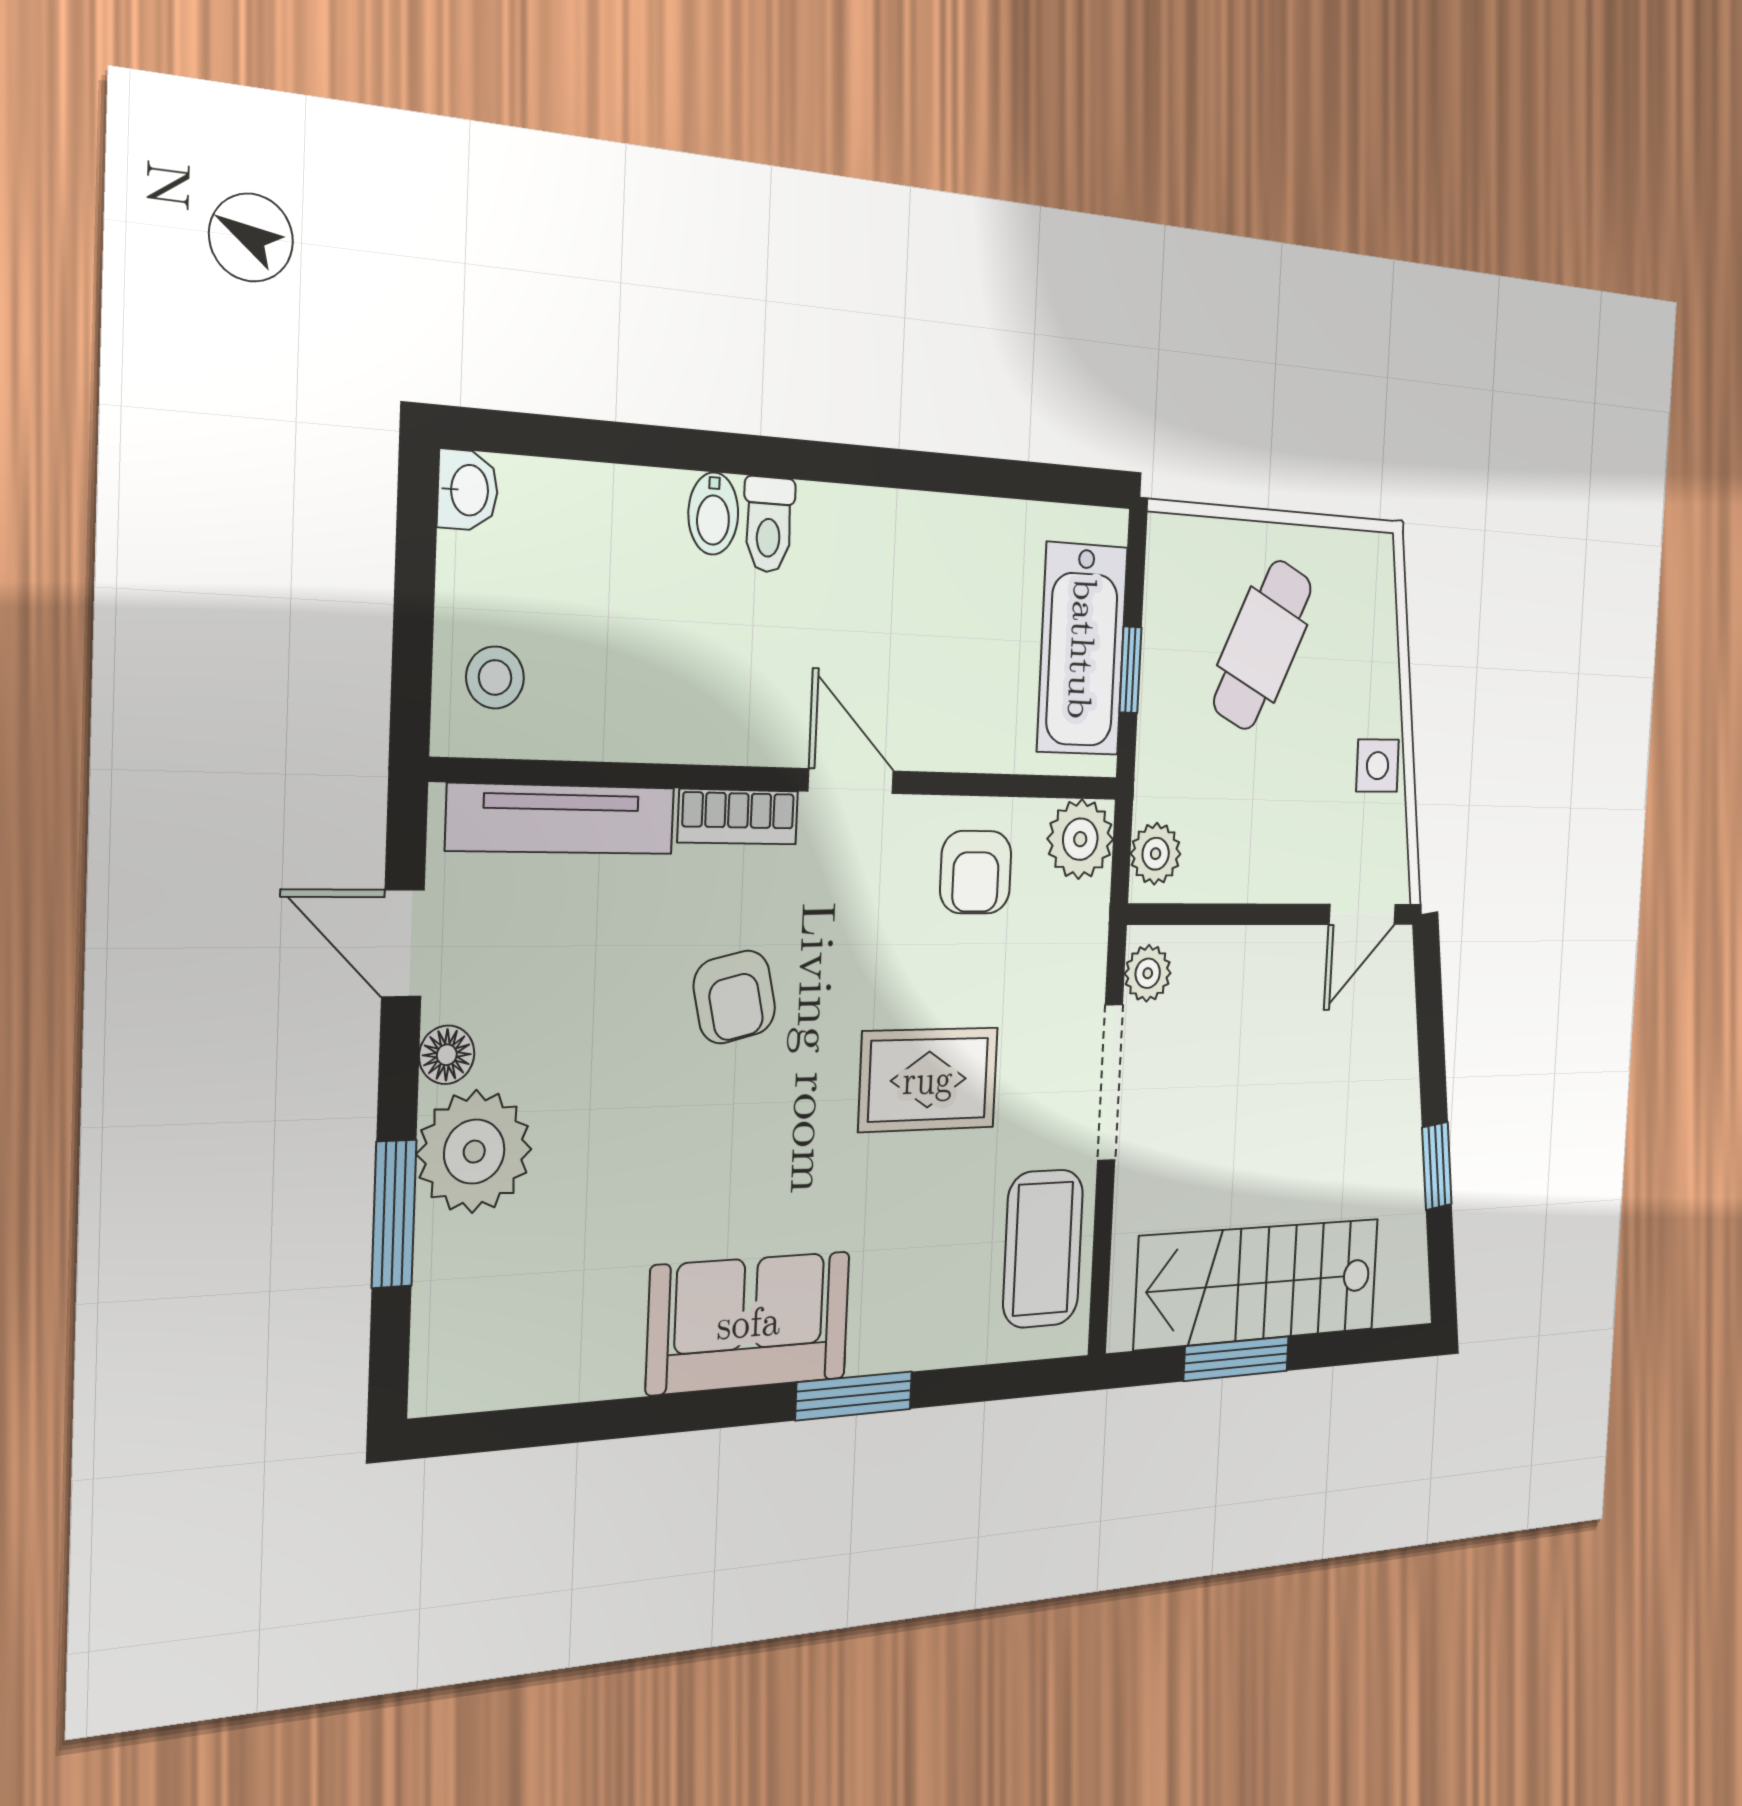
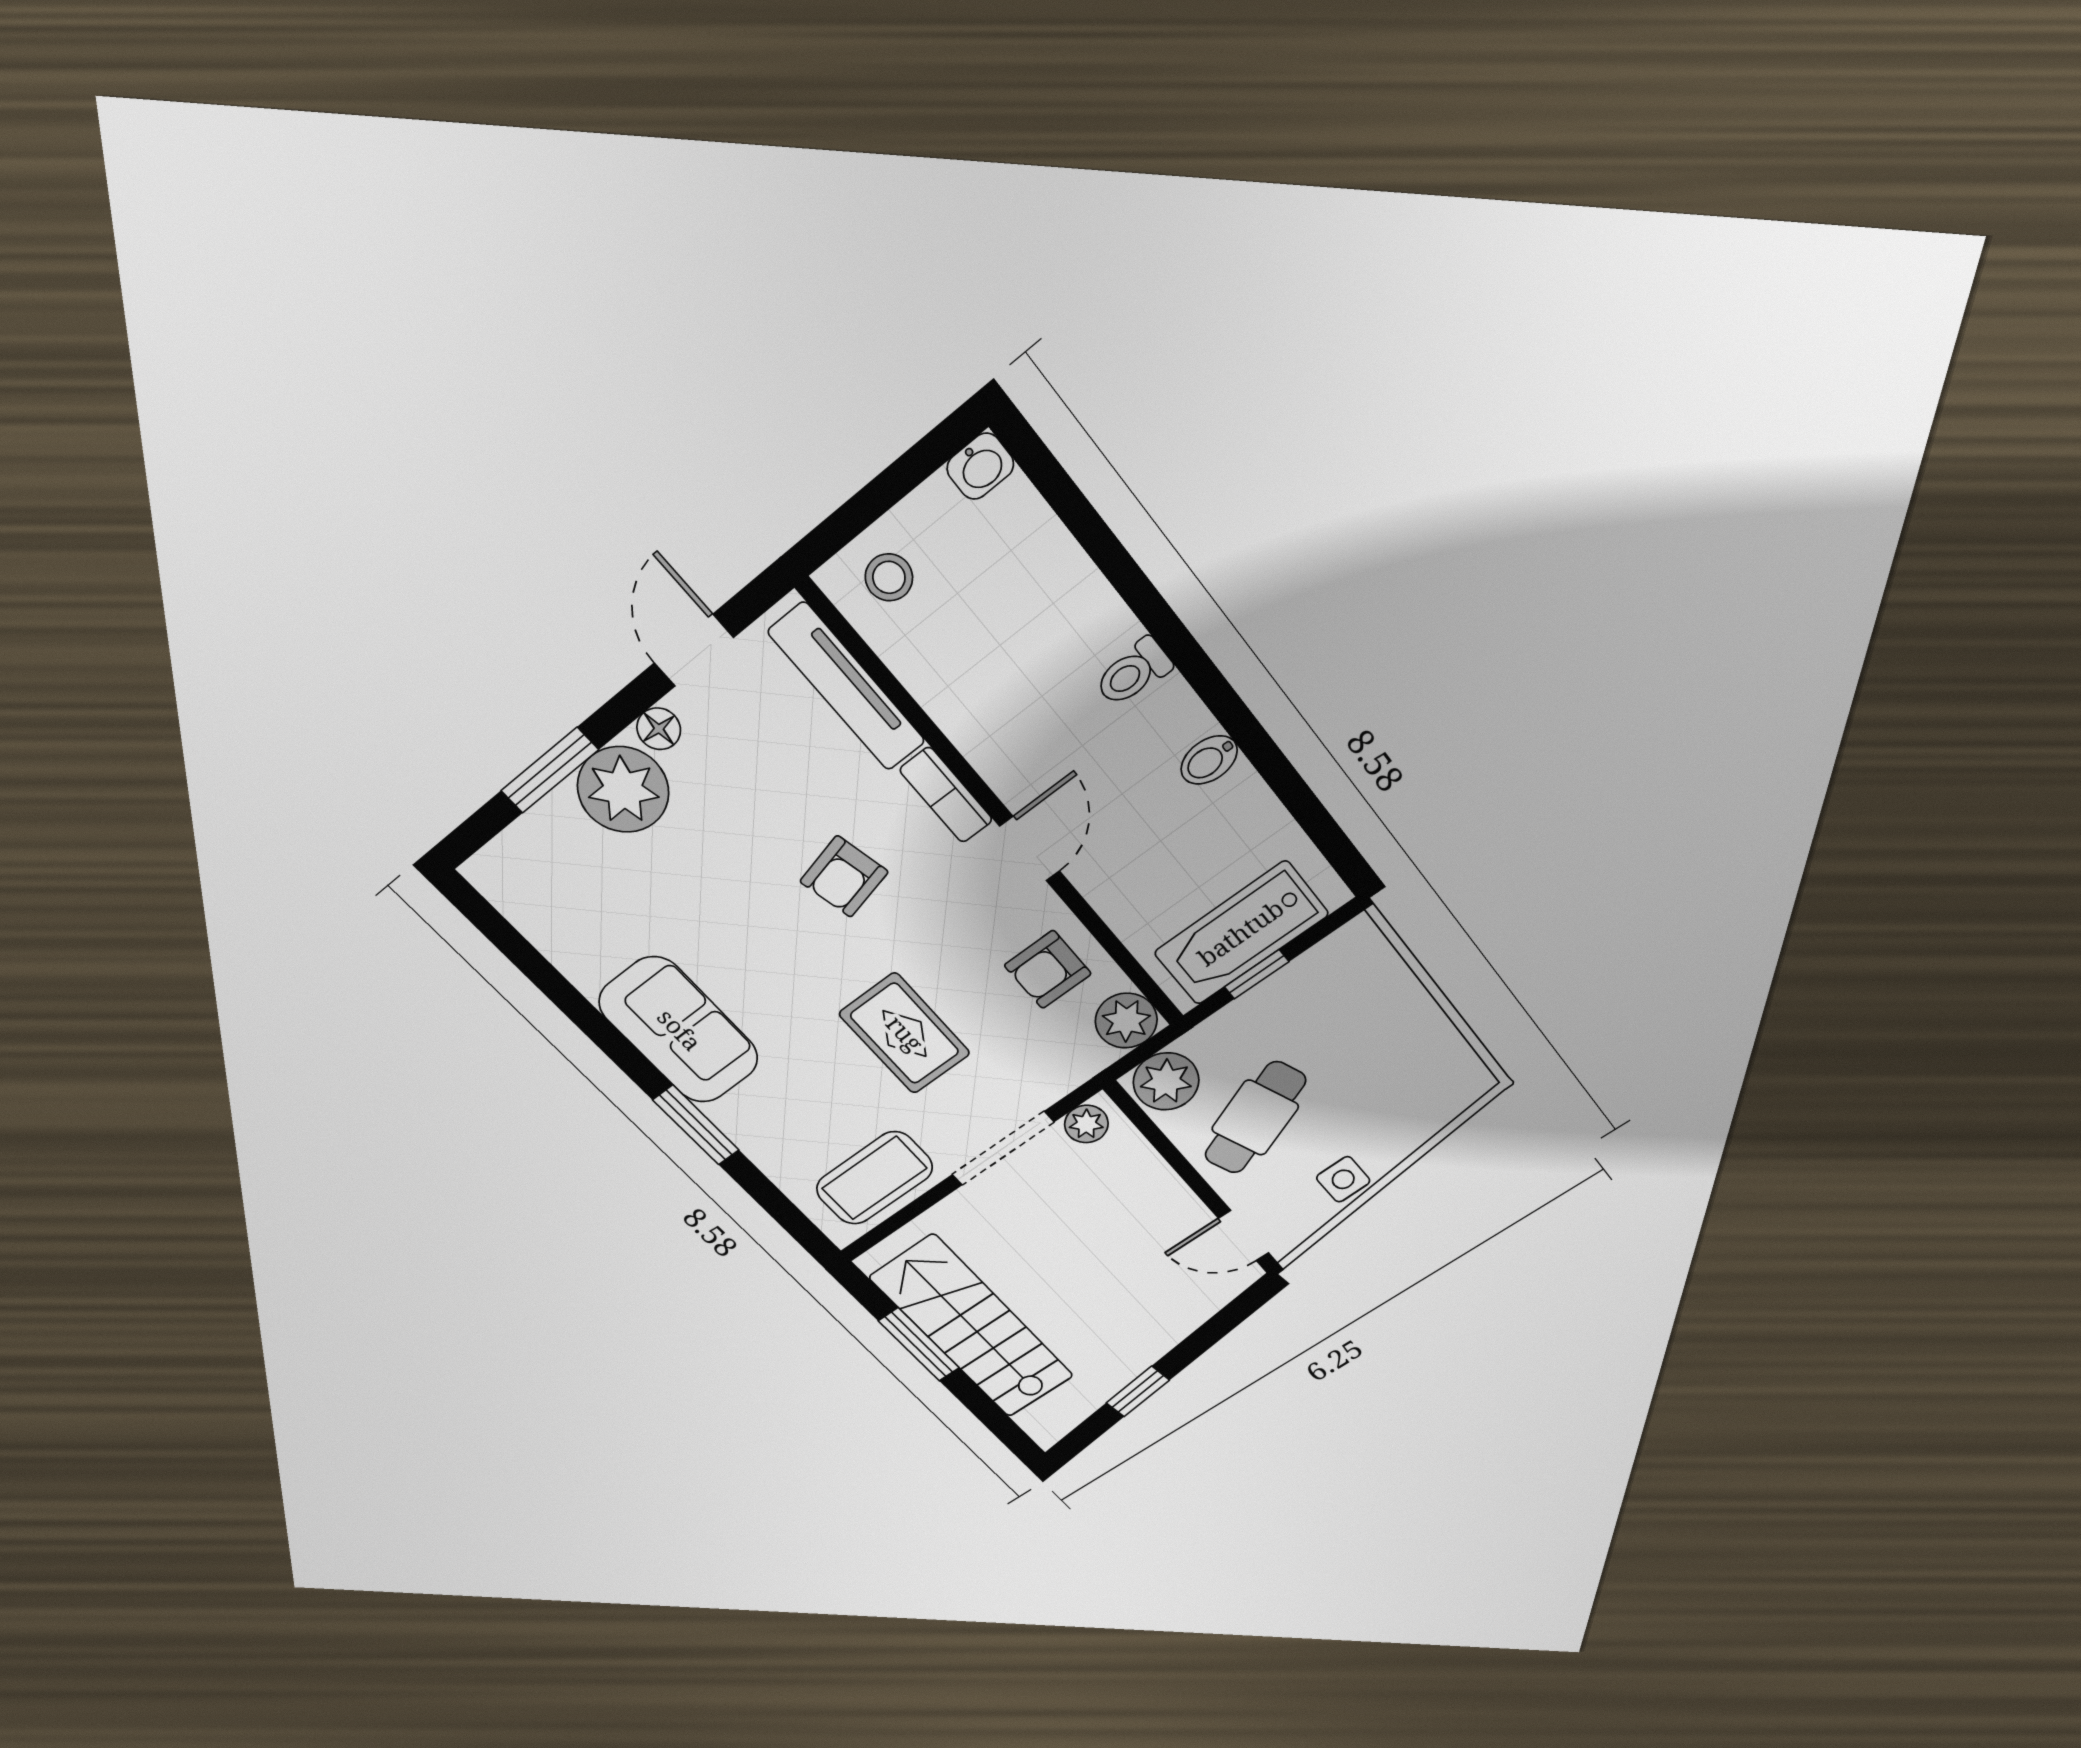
bidet: (713, 513) -> (1209, 760), moved
cafe table: (1263, 645) -> (1255, 1118), moved, turned -47
plant: (1156, 854) -> (1166, 1081), width x1.38, depth x1.38

